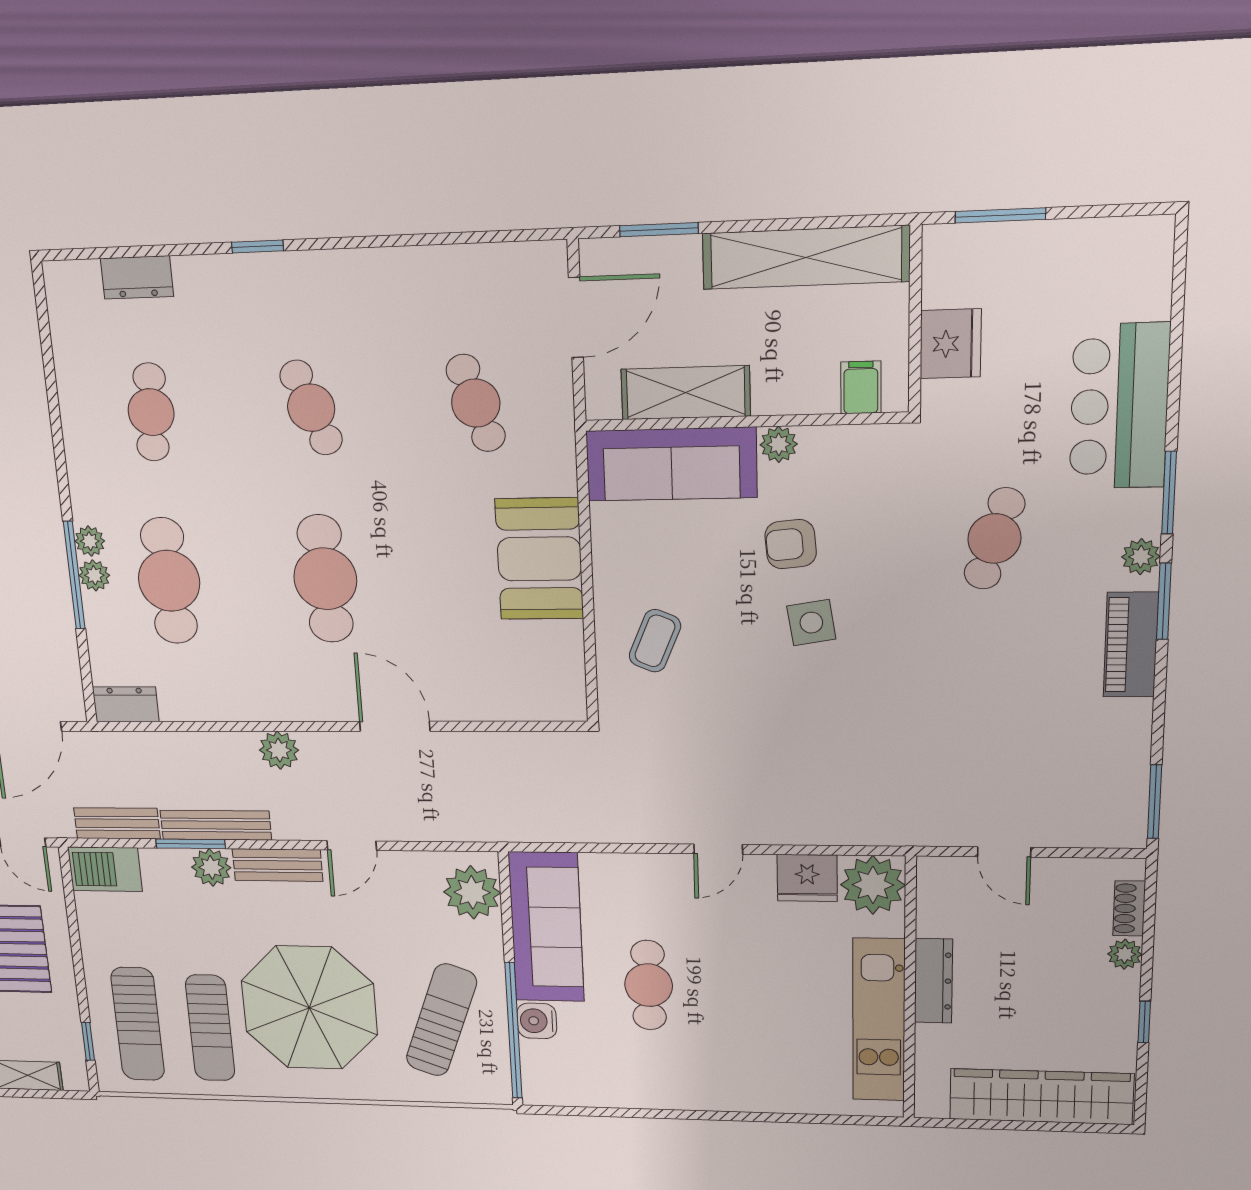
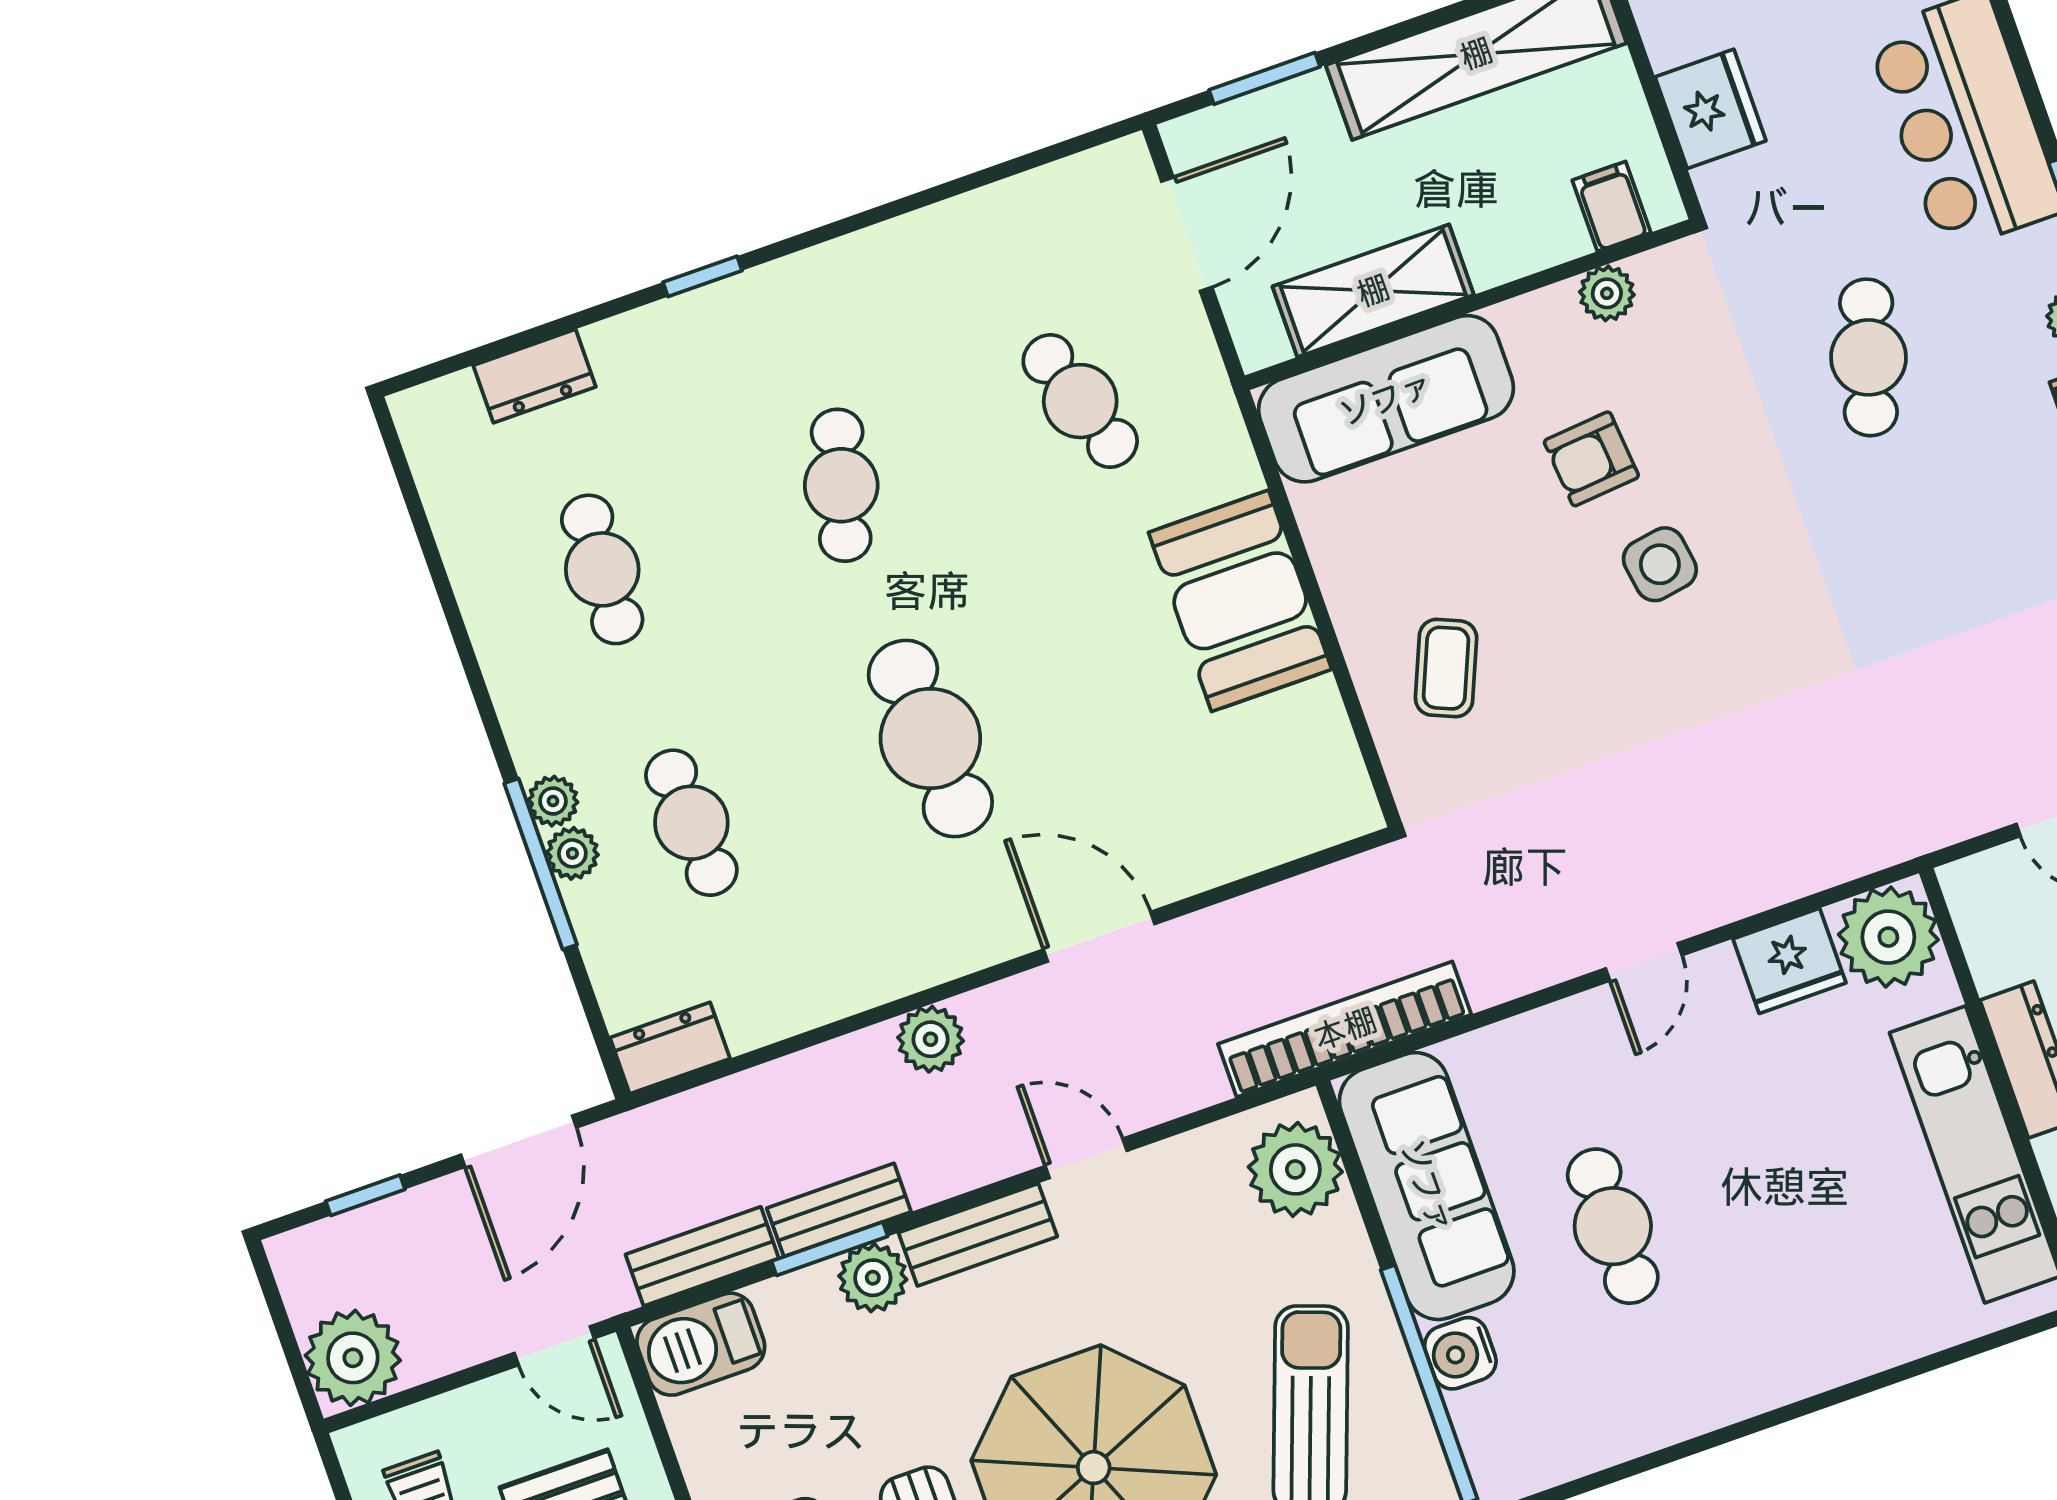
cafe table: (311, 408) -> (841, 485), turned 36
plant: (779, 444) -> (1607, 293), moved
cafe table: (169, 581) -> (691, 823), width x0.73, depth x0.74
bench: (216, 825) -> (839, 1210), width x0.73
bookcase: (525, 826) -> (1345, 1029), added
door: (352, 845) -> (1086, 1158), swing flipped

